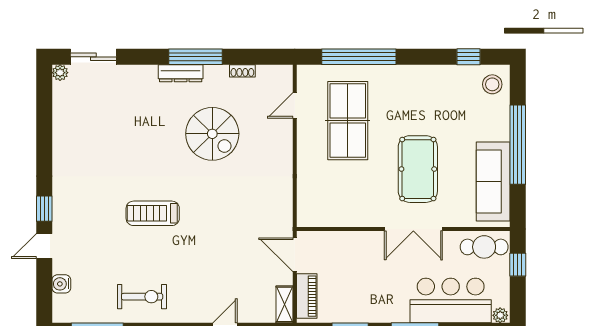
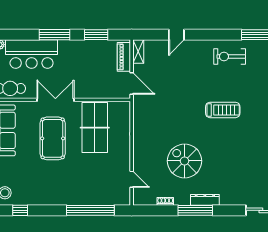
door: (295, 105) -> (132, 179), hinge flipped
table tennis table: (348, 121) -> (95, 128), moved

